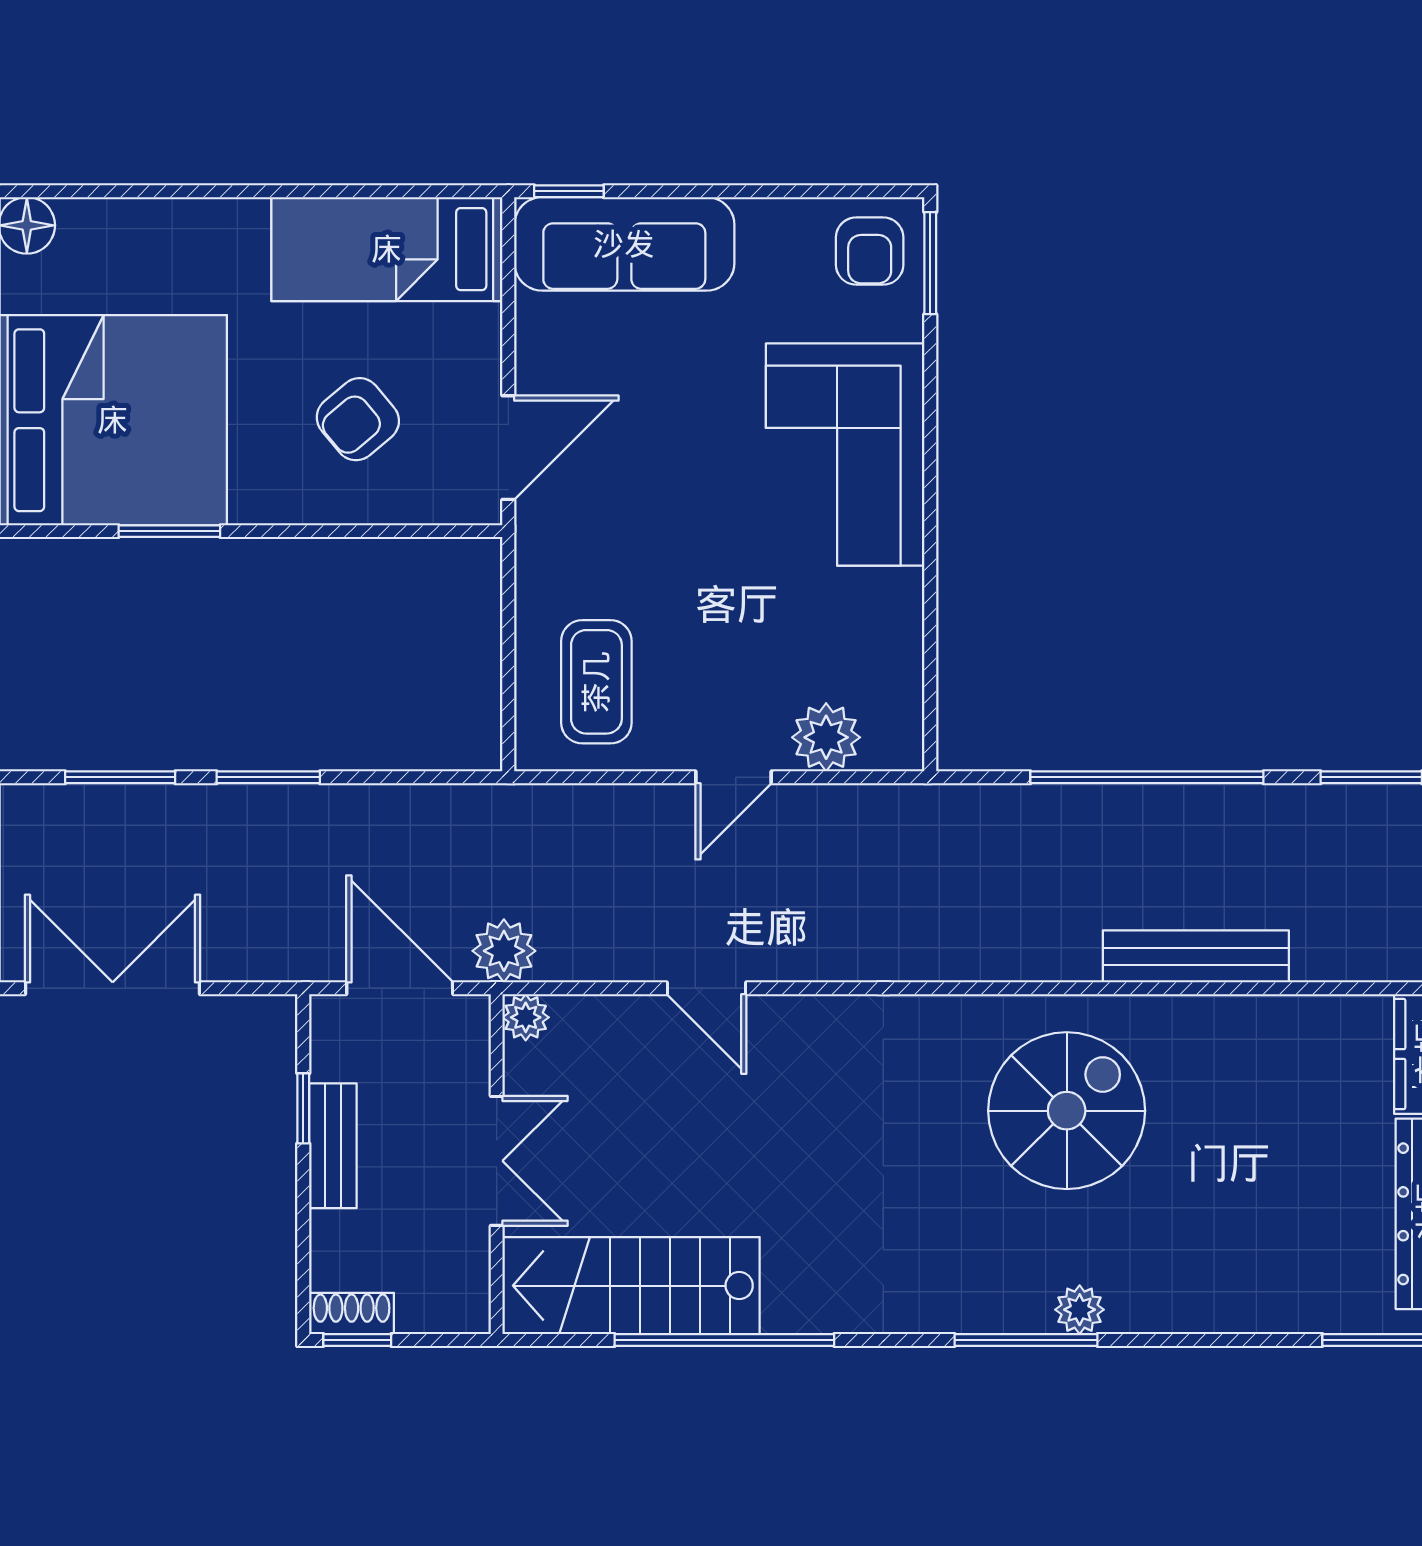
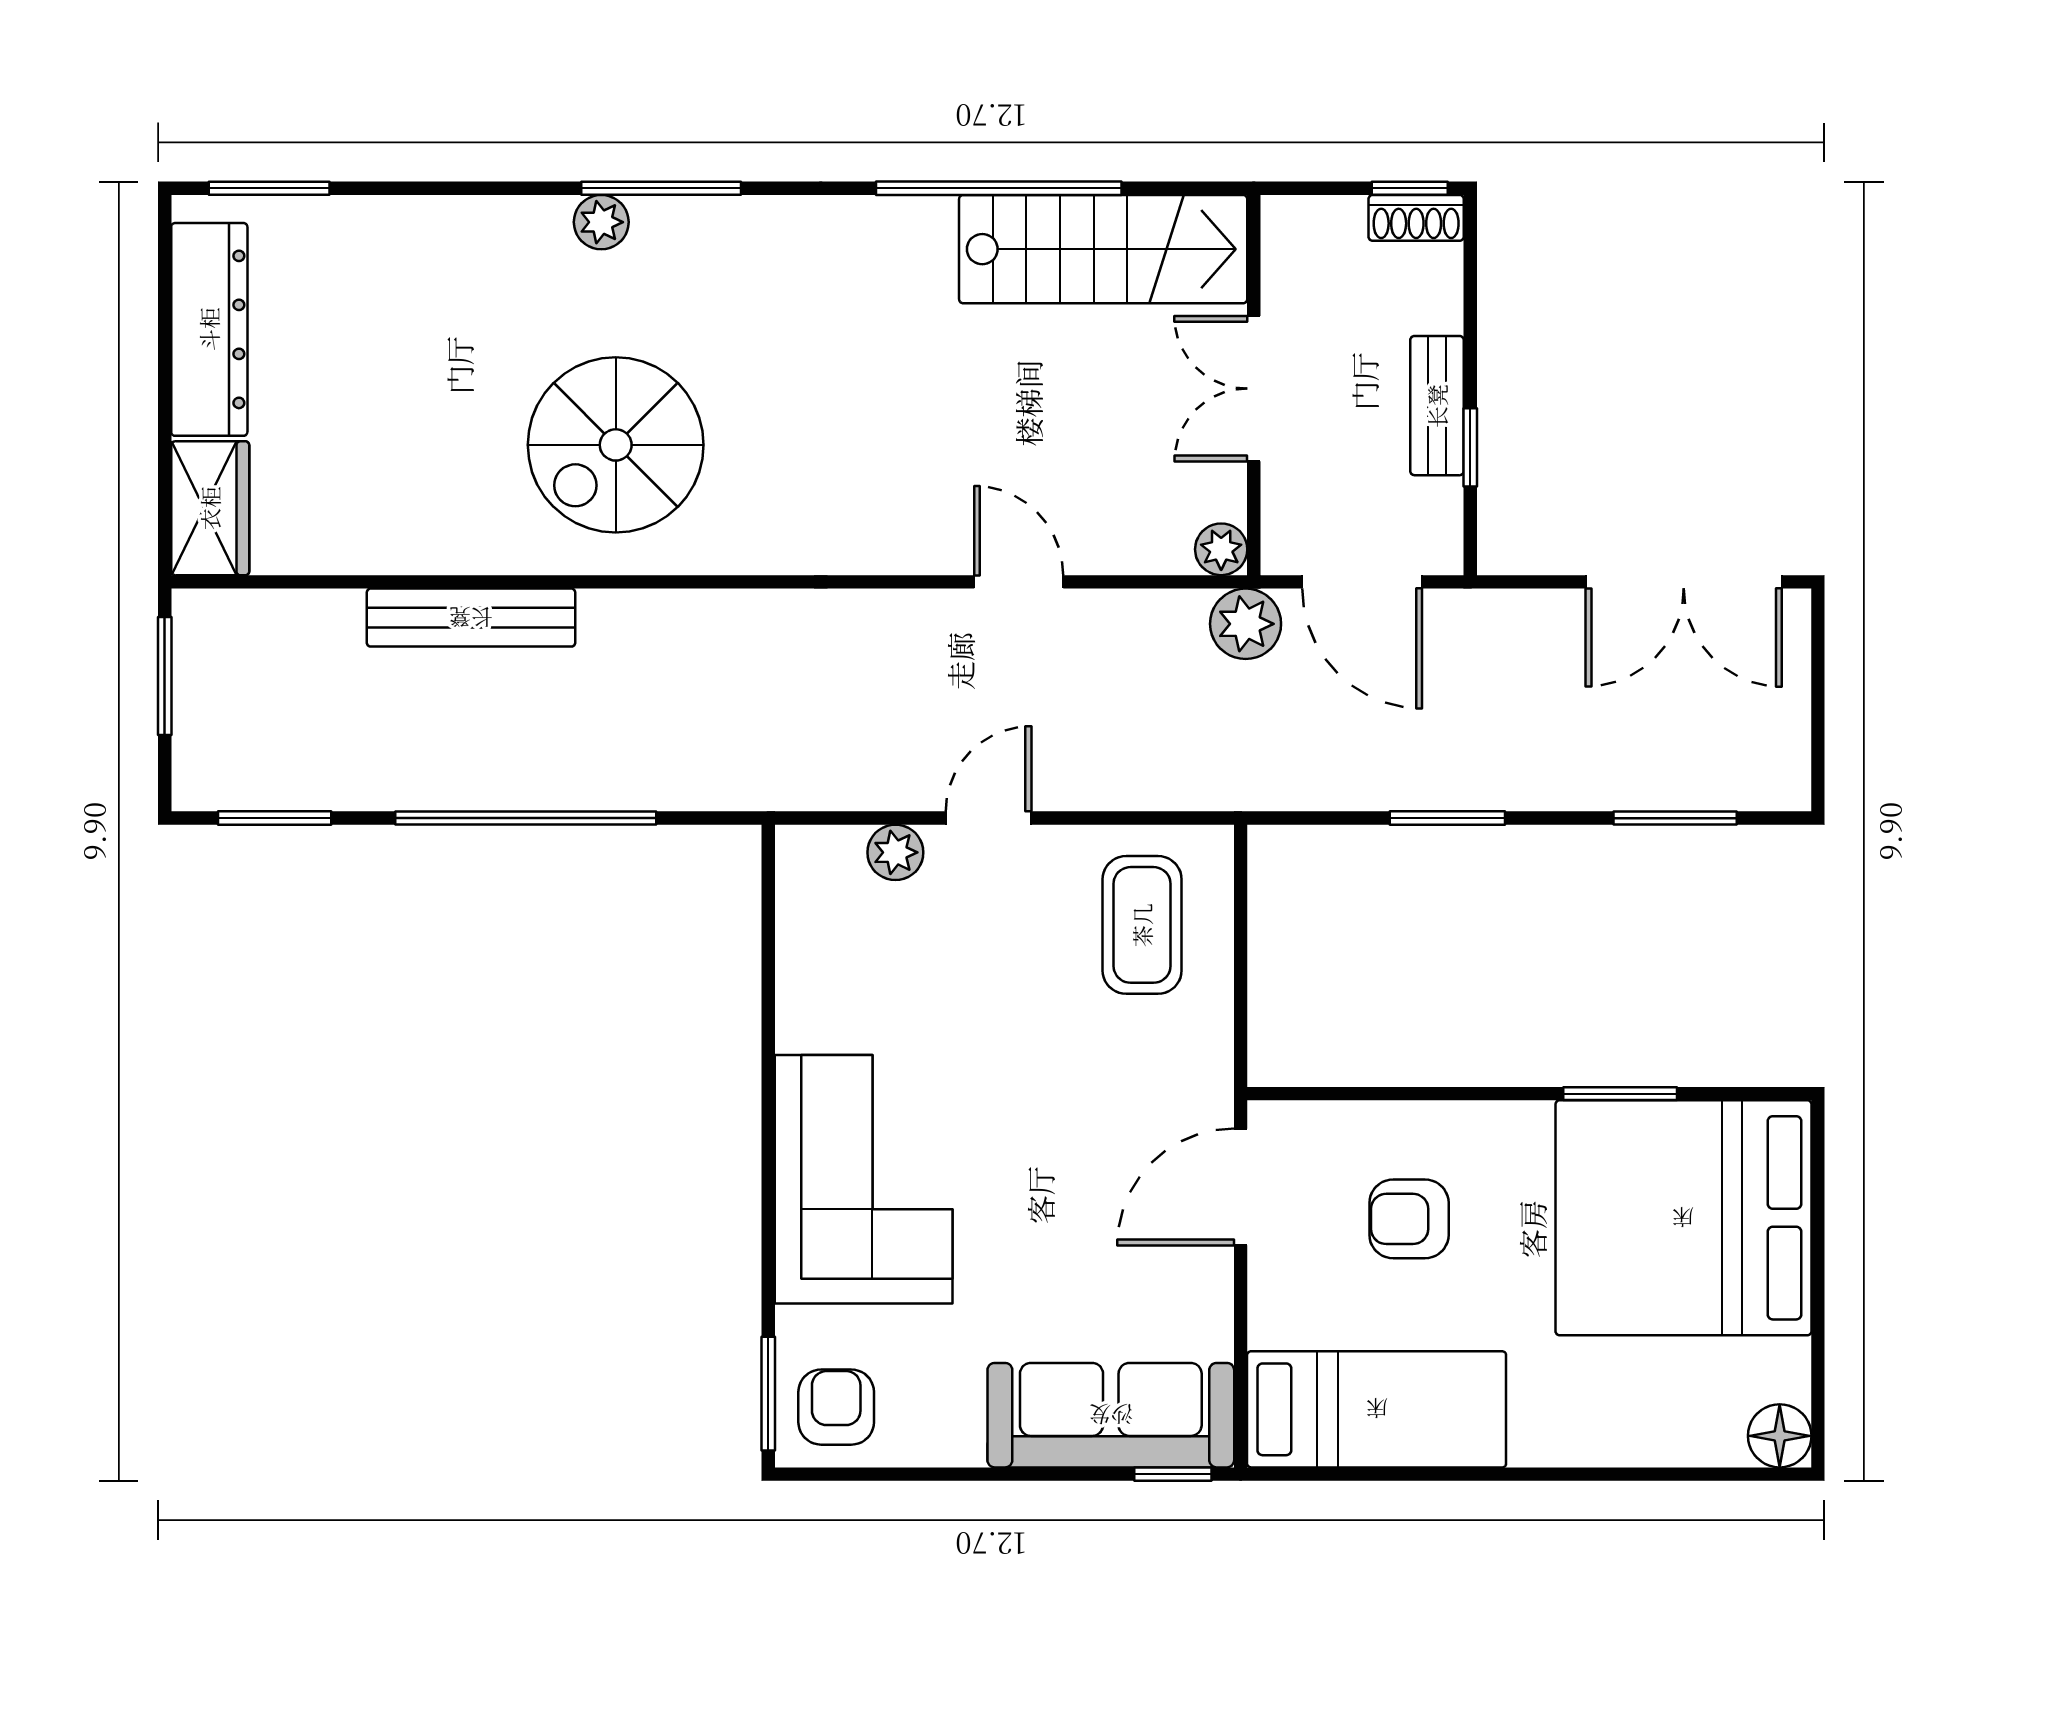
armchair: (358, 419) -> (1409, 1219), turned -140
plant: (826, 737) -> (895, 852), width x0.73, depth x0.73
window: (268, 777) -> (1447, 818), moved

